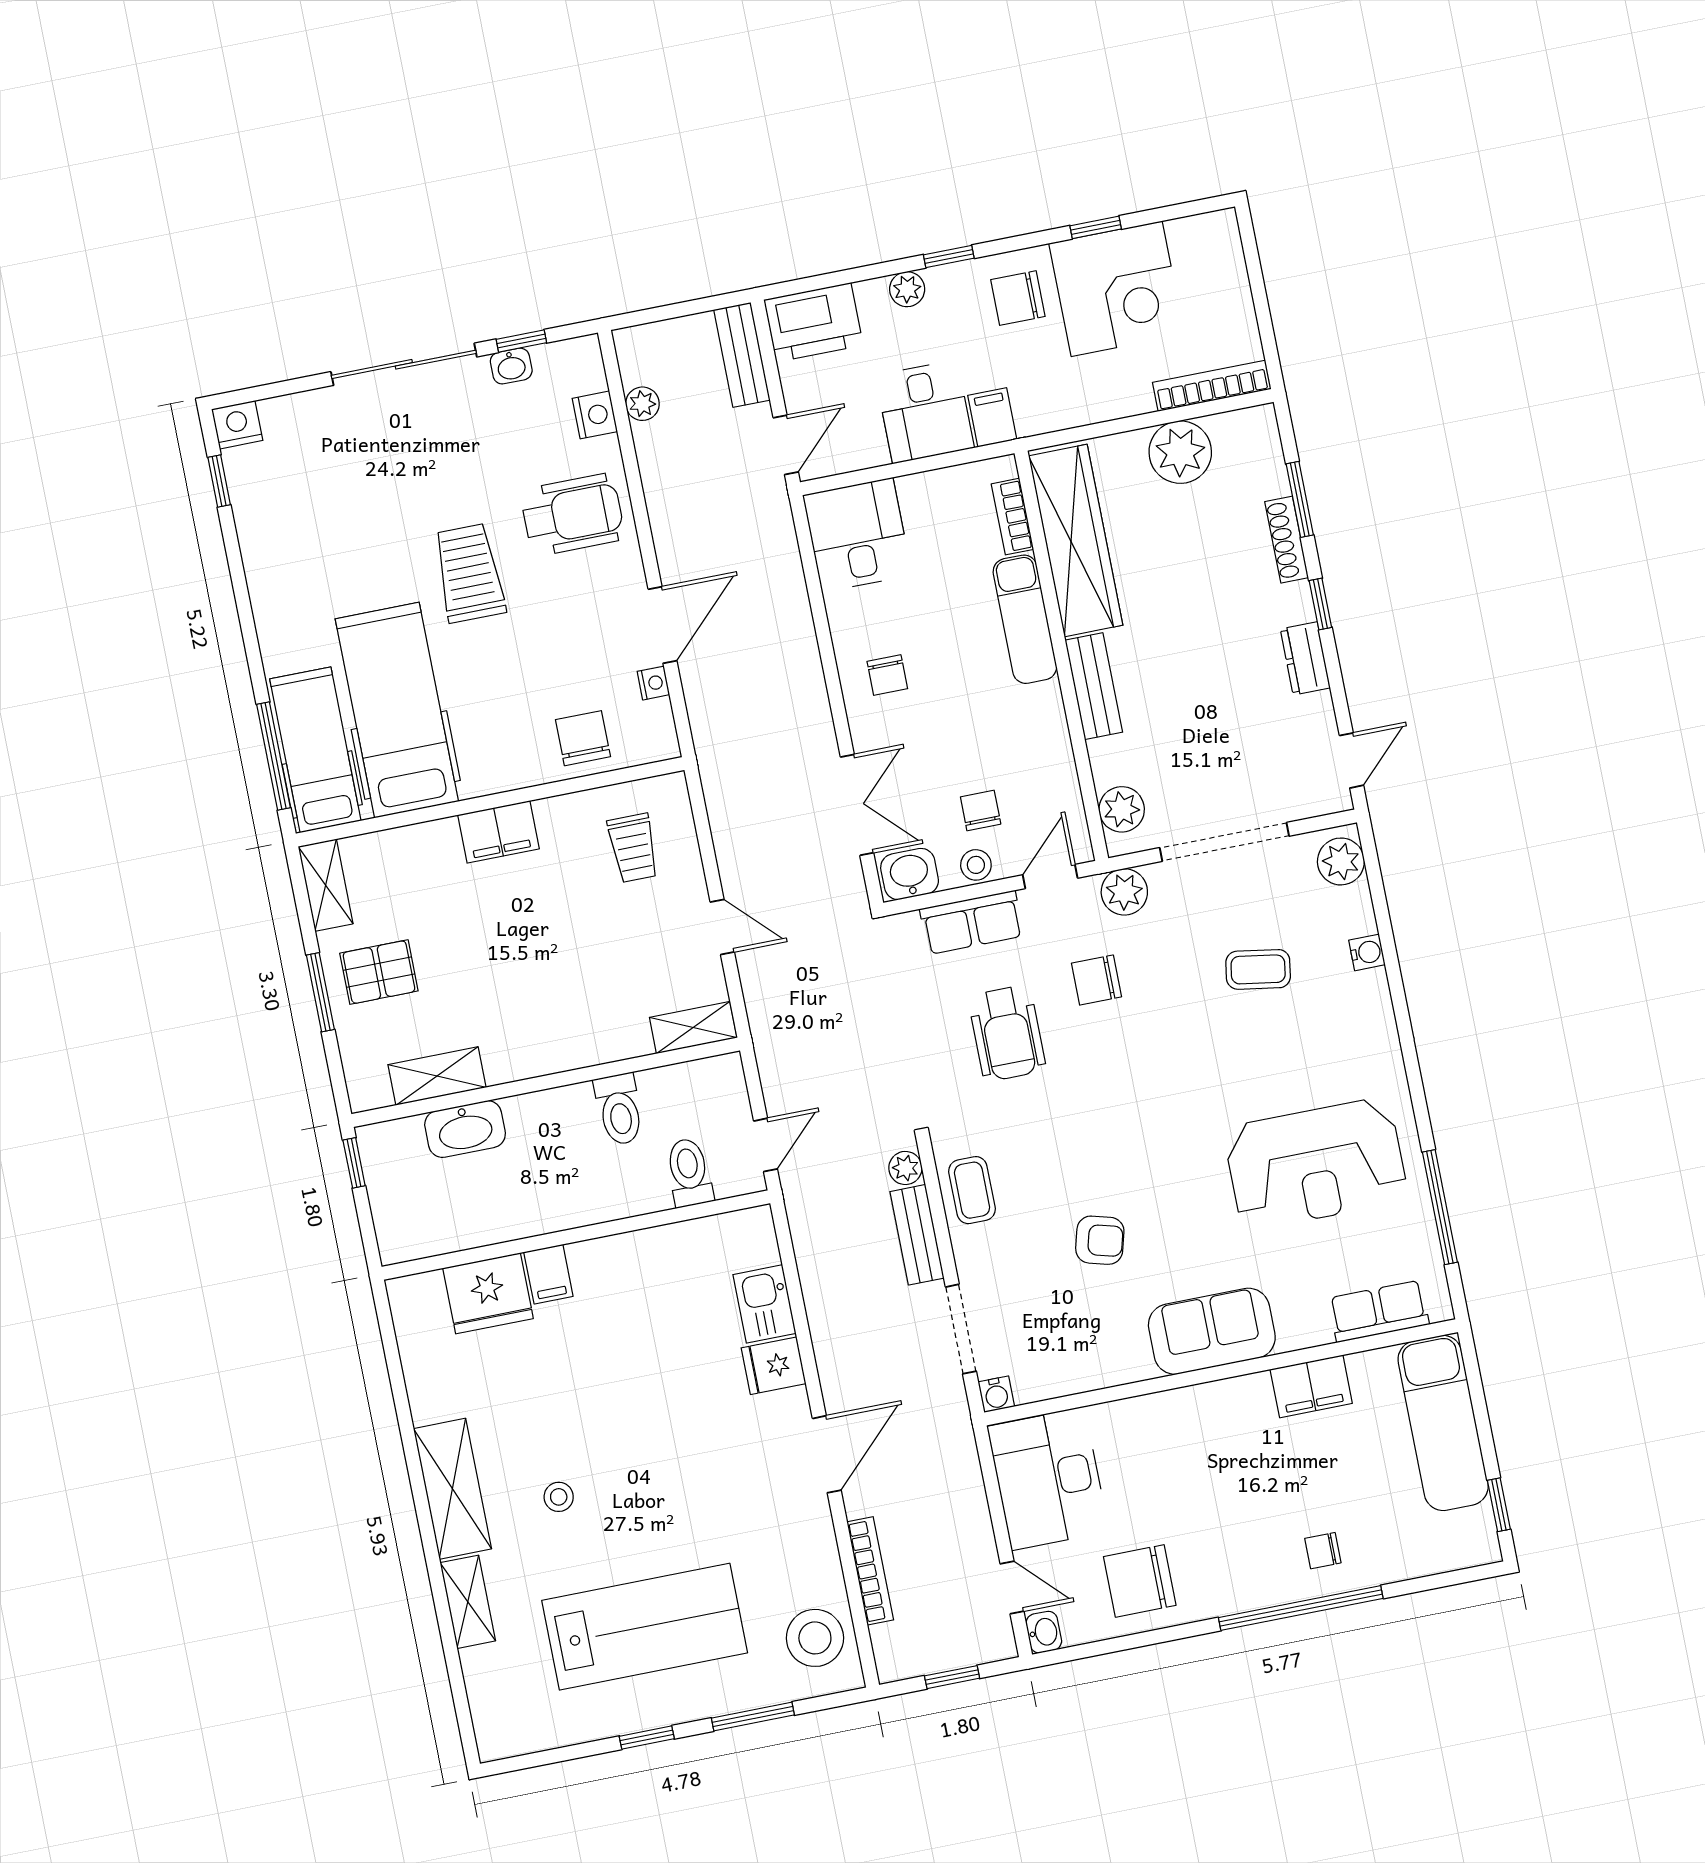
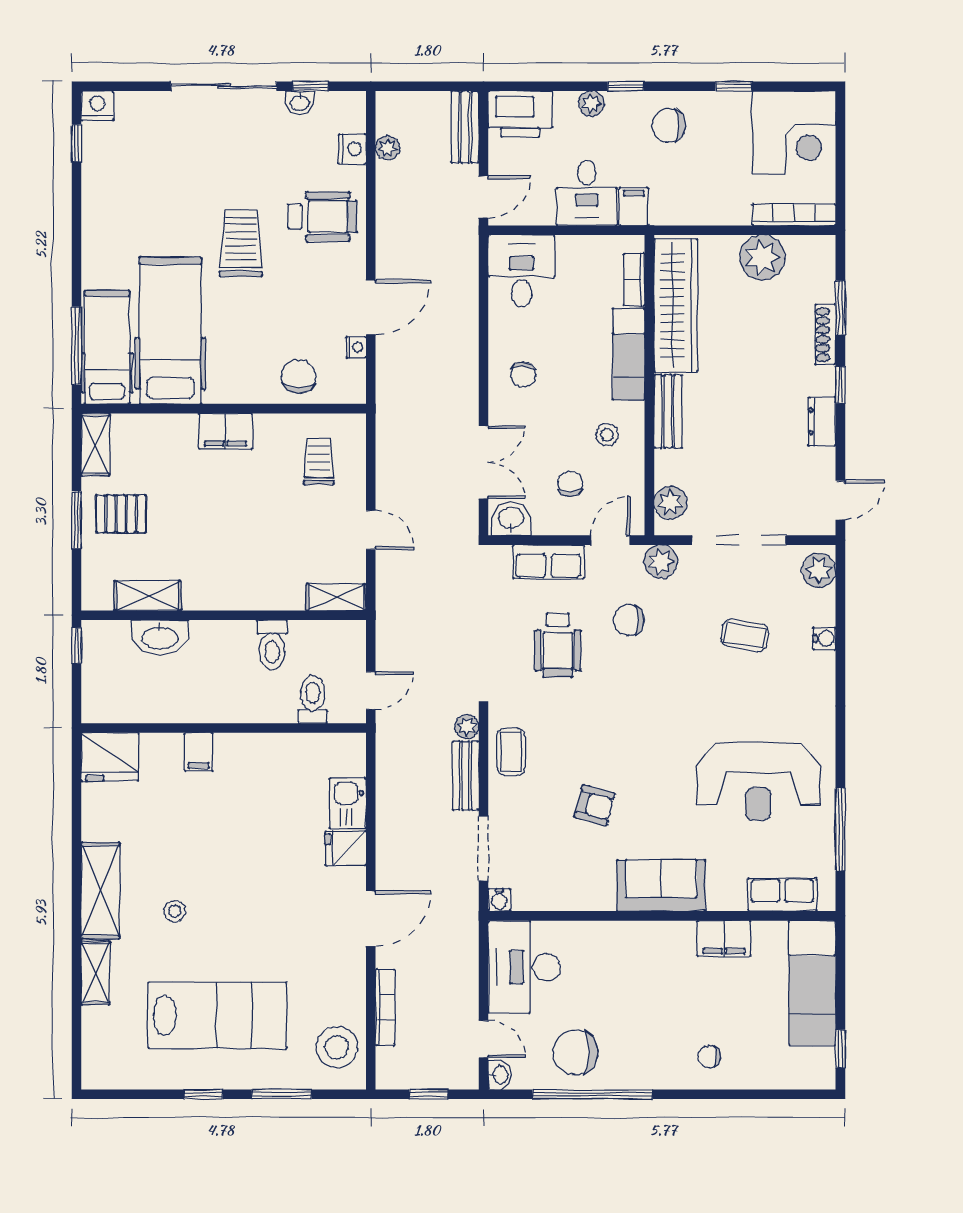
corner desk: (1117, 289) -> (794, 133), moved
trolley: (633, 848) -> (319, 461), turned 180
stool: (976, 865) -> (607, 435), moved
fridge: (488, 1293) -> (110, 757), moved
window: (1301, 1608) -> (592, 1094), moved

